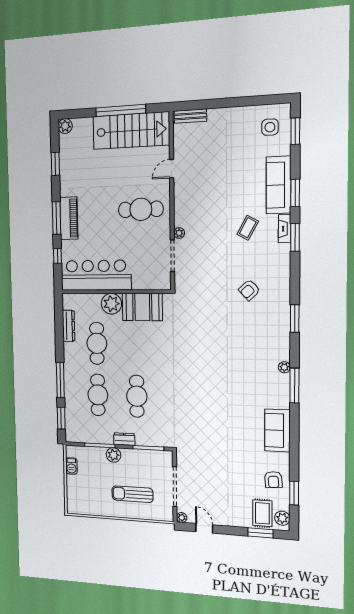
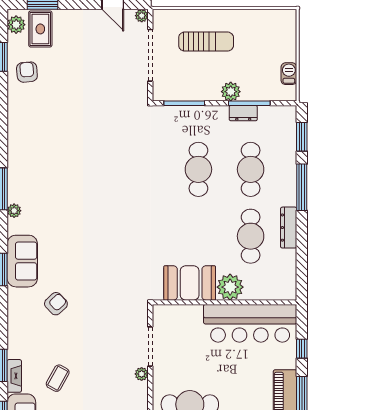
dresser: (69, 326) -> (289, 228), moved
sofa: (277, 430) -> (22, 261), moved
dresser: (124, 439) -> (243, 113), moved

